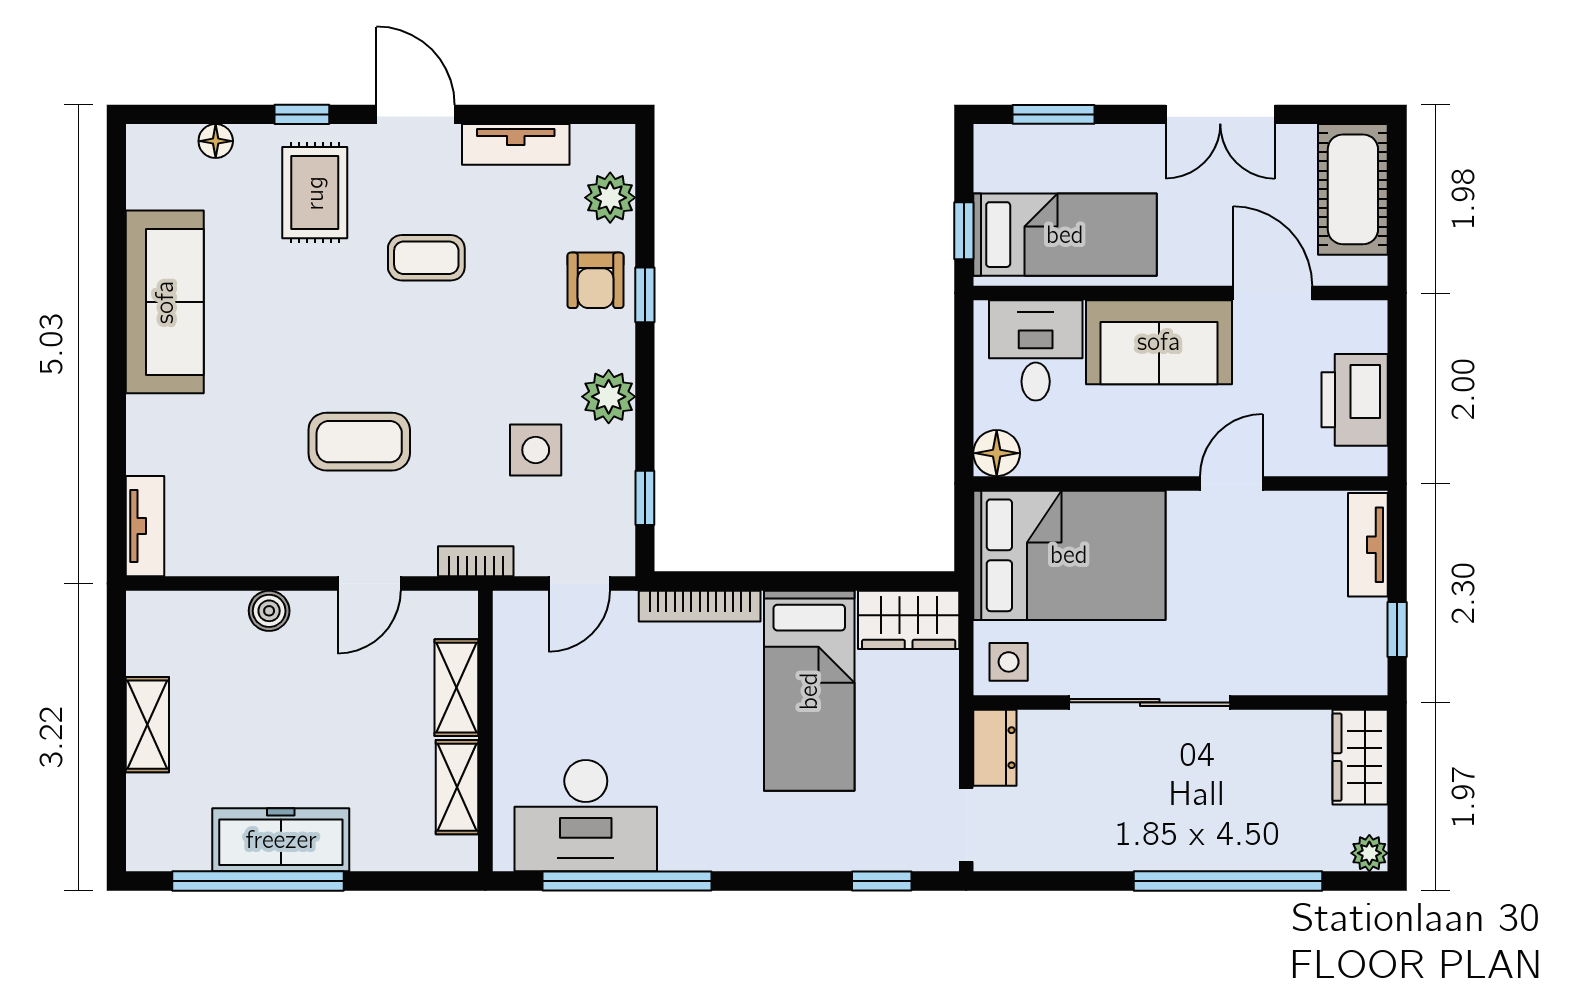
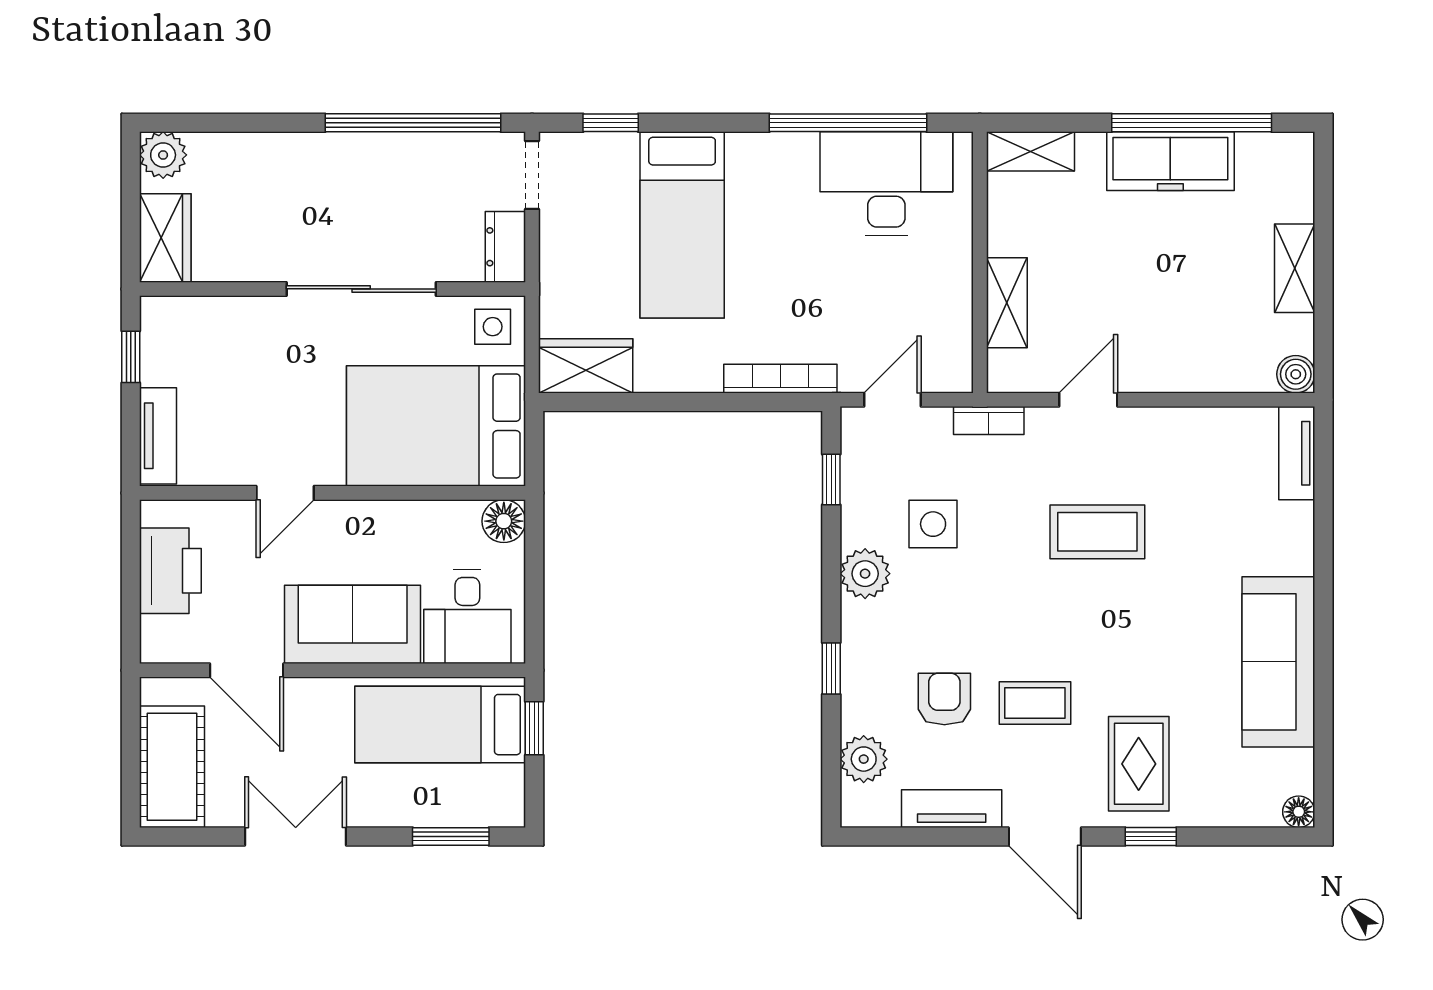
floor lamp: (216, 141) -> (1299, 812), moved
armchair: (595, 280) -> (944, 699), moved
boiler: (269, 611) -> (1296, 374), moved
bed: (809, 691) -> (682, 225), moved, turned 180
shelving: (457, 787) -> (1030, 151), moved, turned 90
plant: (1369, 853) -> (163, 155), width x1.38, depth x1.38
window: (1228, 881) -> (413, 123), moved

